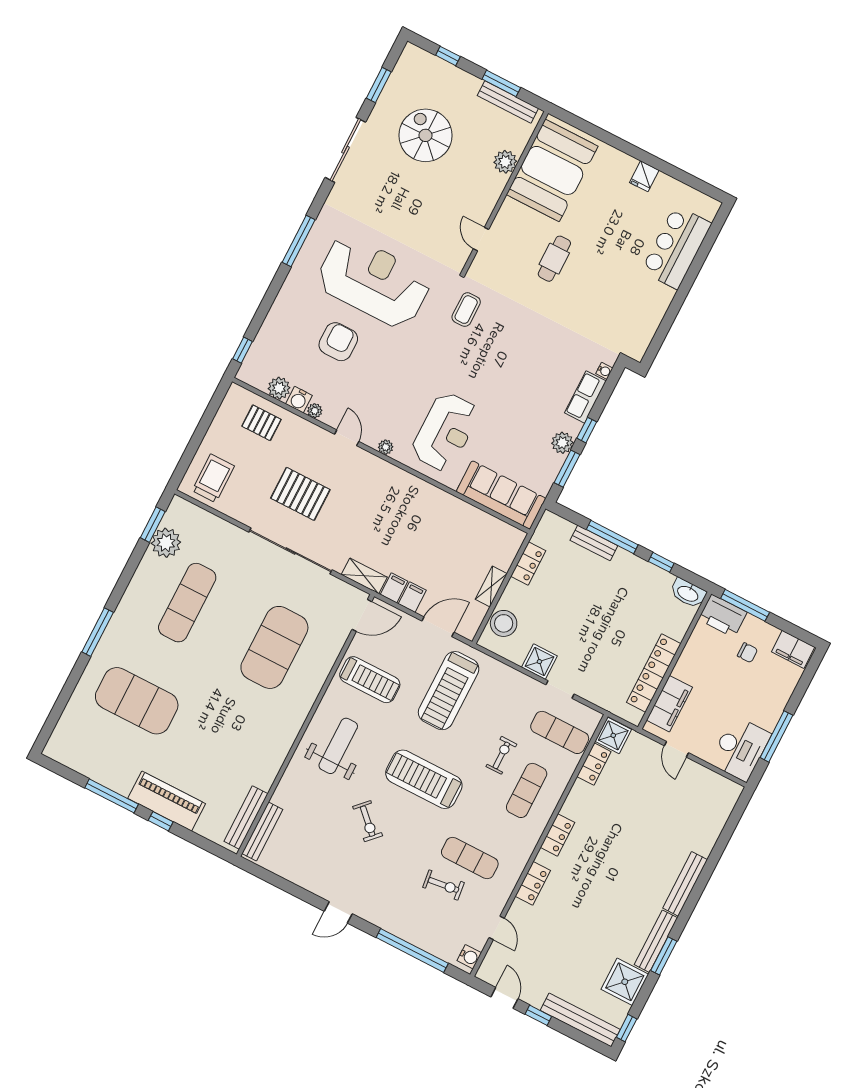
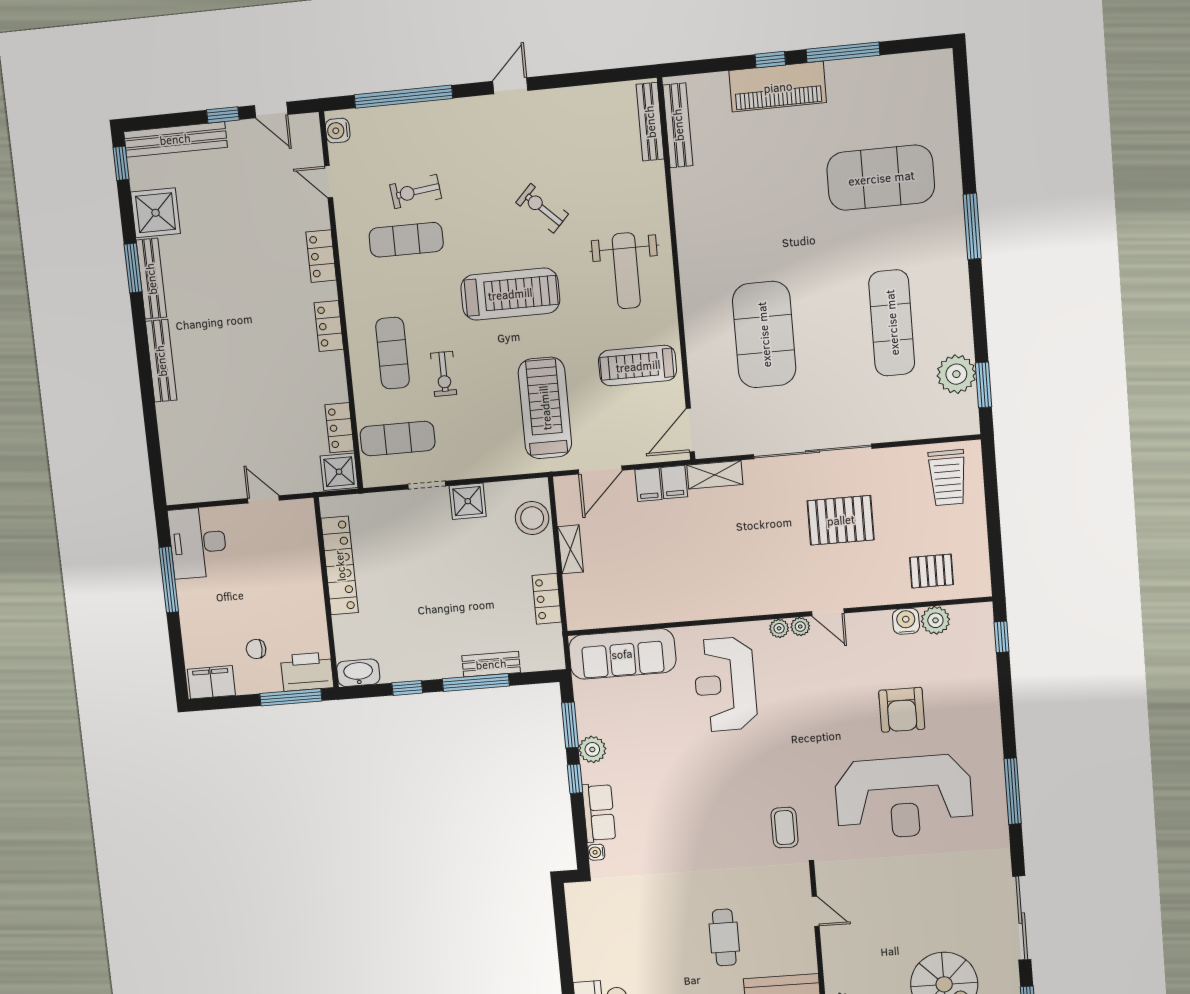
plant: (315, 411) -> (800, 627), moved
filing cabinet: (669, 704) -> (302, 543), removed

